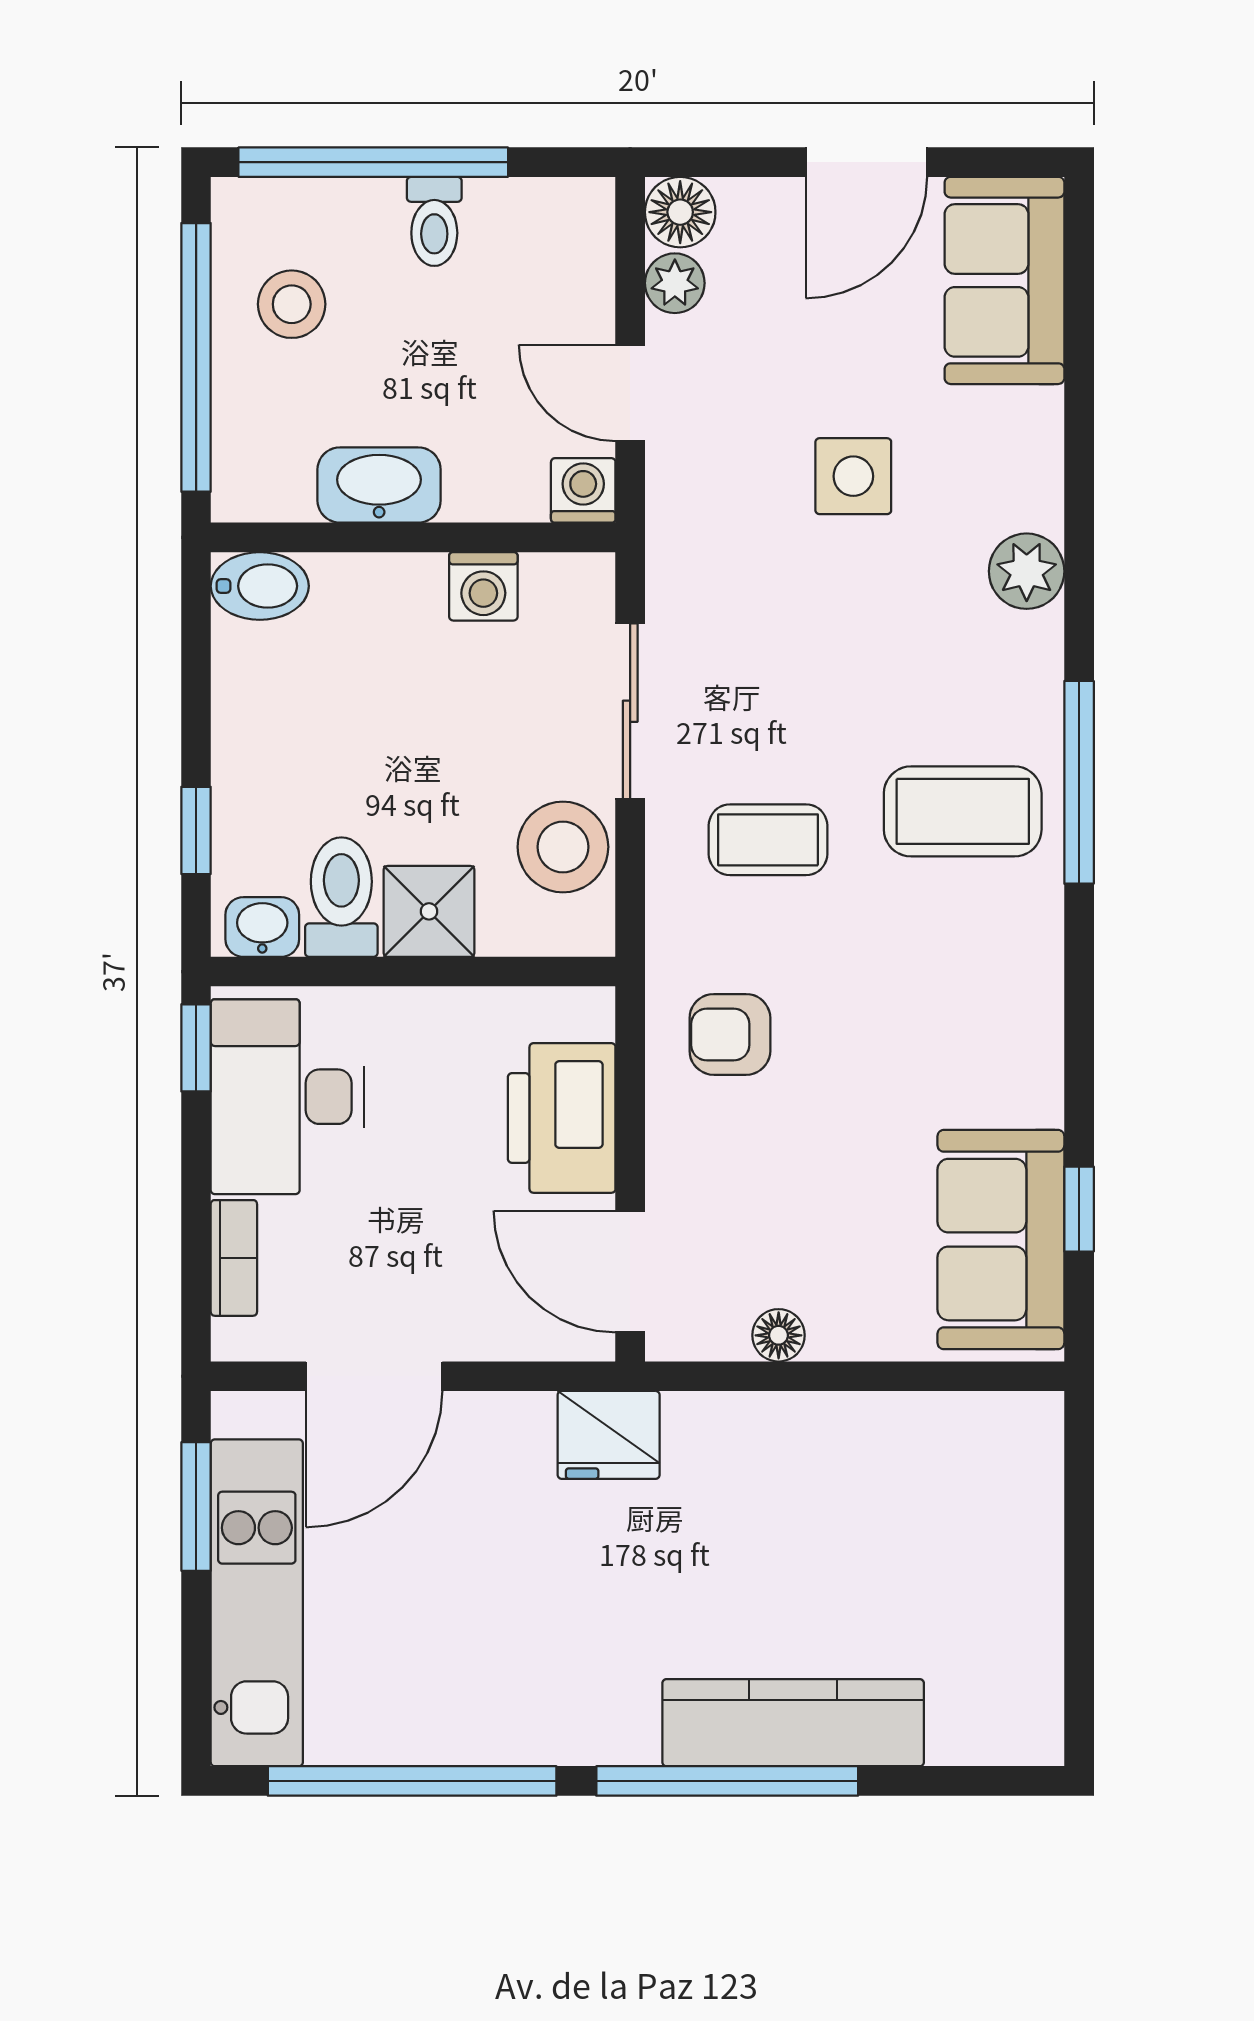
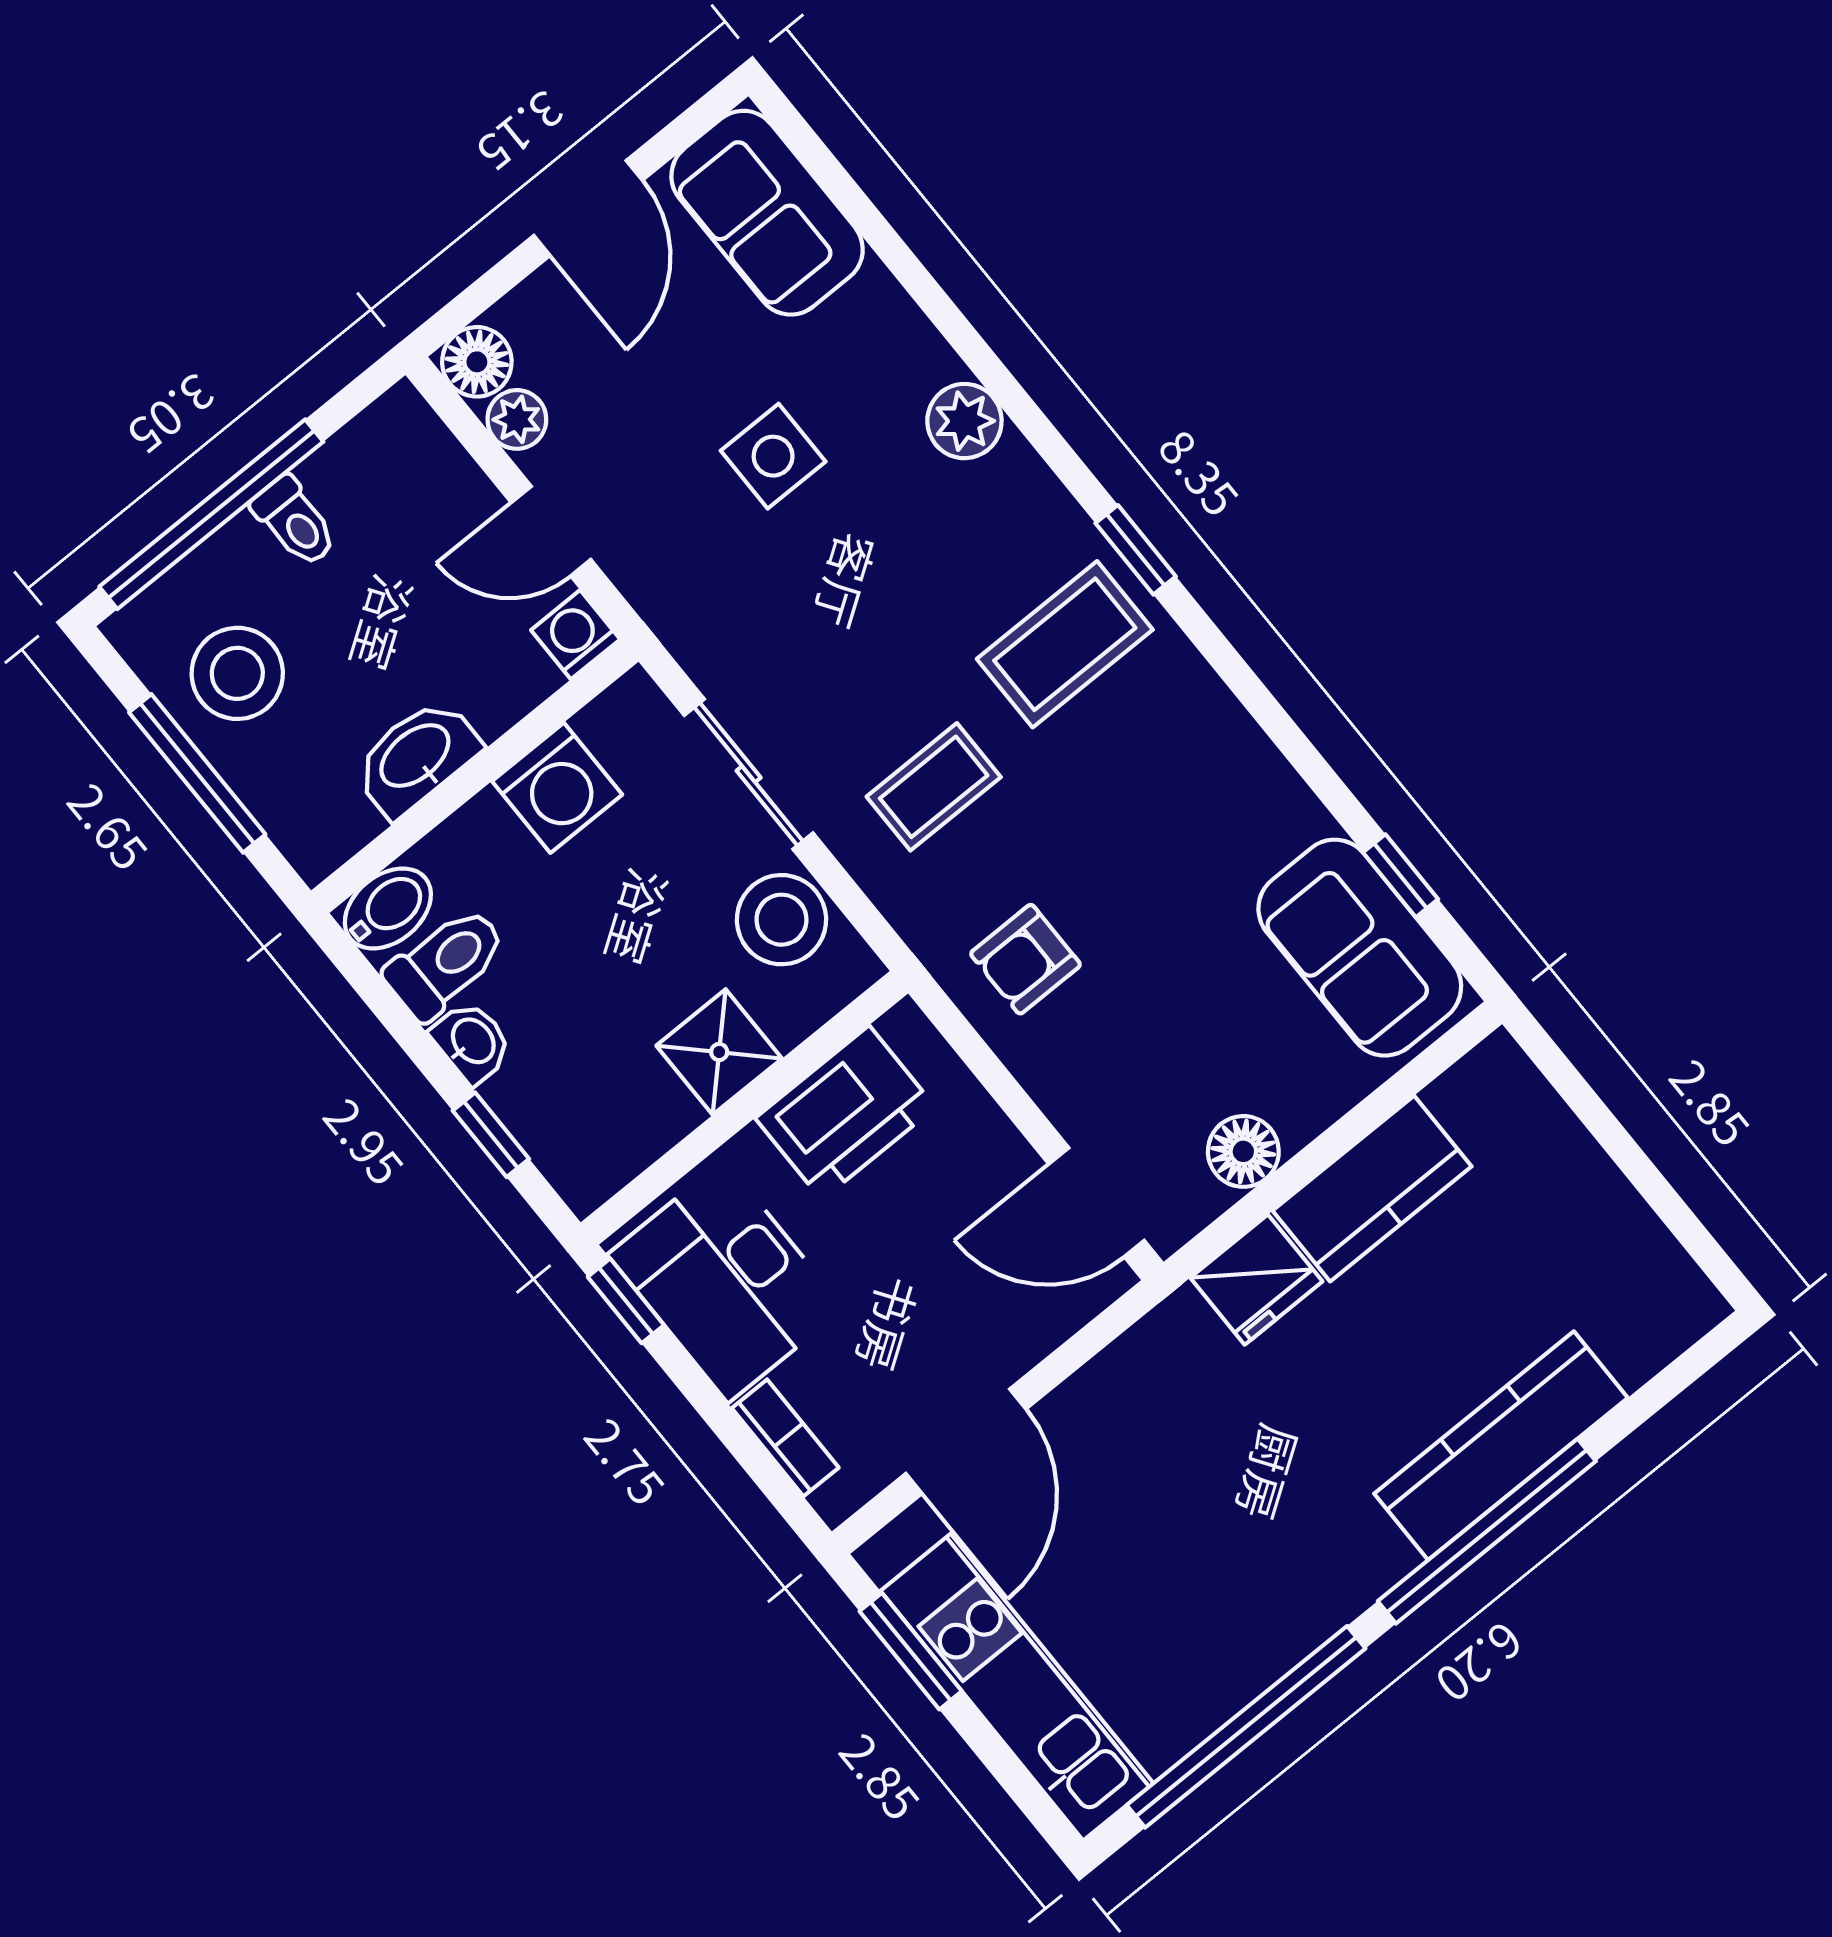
stool: (292, 304) -> (237, 673), width x1.38, depth x1.38
window: (196, 357) -> (197, 773), width x0.68
washing machine: (483, 586) -> (557, 788), width x1.38, depth x1.38
window: (1079, 782) -> (1136, 550), width x0.46
toilet: (341, 897) -> (446, 963), moved, turned 90
washbasin: (262, 927) -> (472, 1042), moved, turned 90
printer: (562, 1118) -> (845, 1113), moved, turned -90
floor lamp: (779, 1335) -> (1243, 1151), width x1.37, depth x1.37
fridge: (609, 1435) -> (1256, 1280), moved
kitchen counter: (856, 1437) -> (1372, 1189), added

